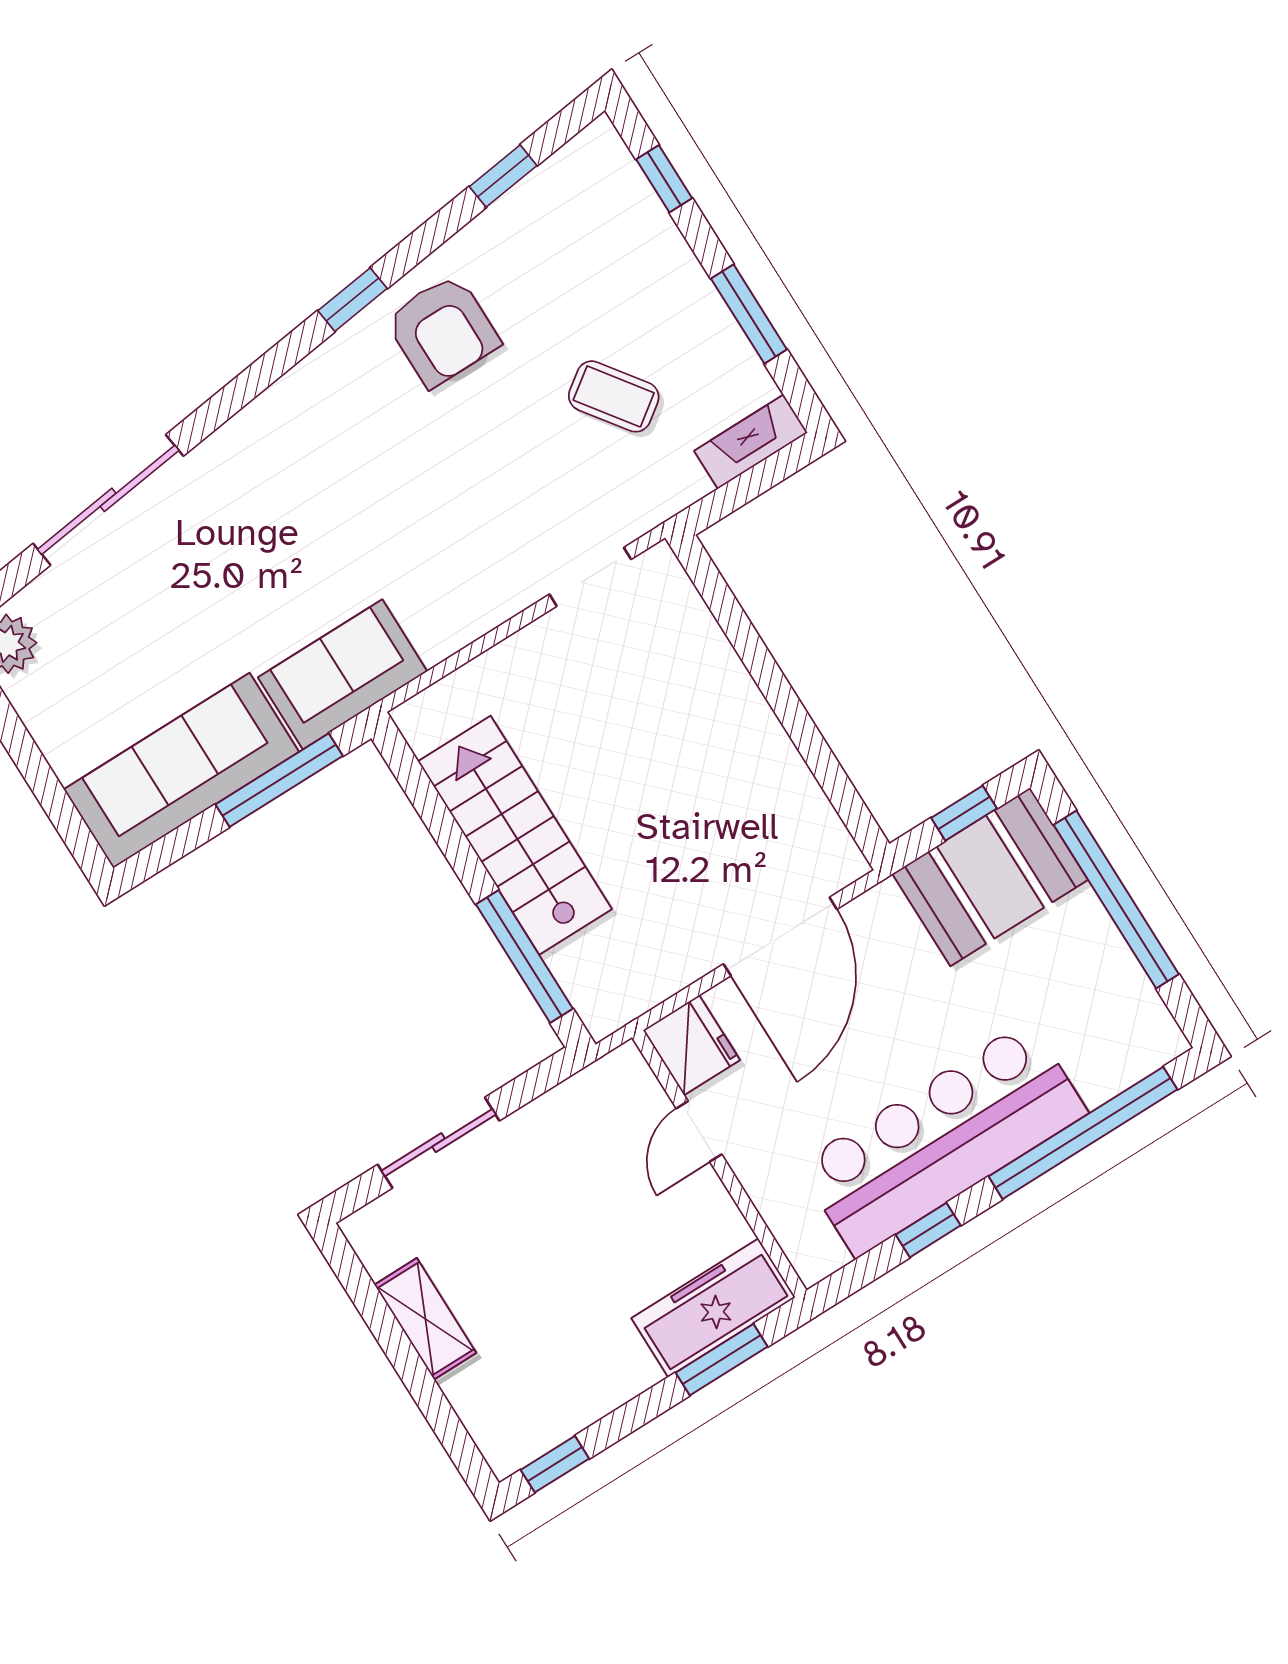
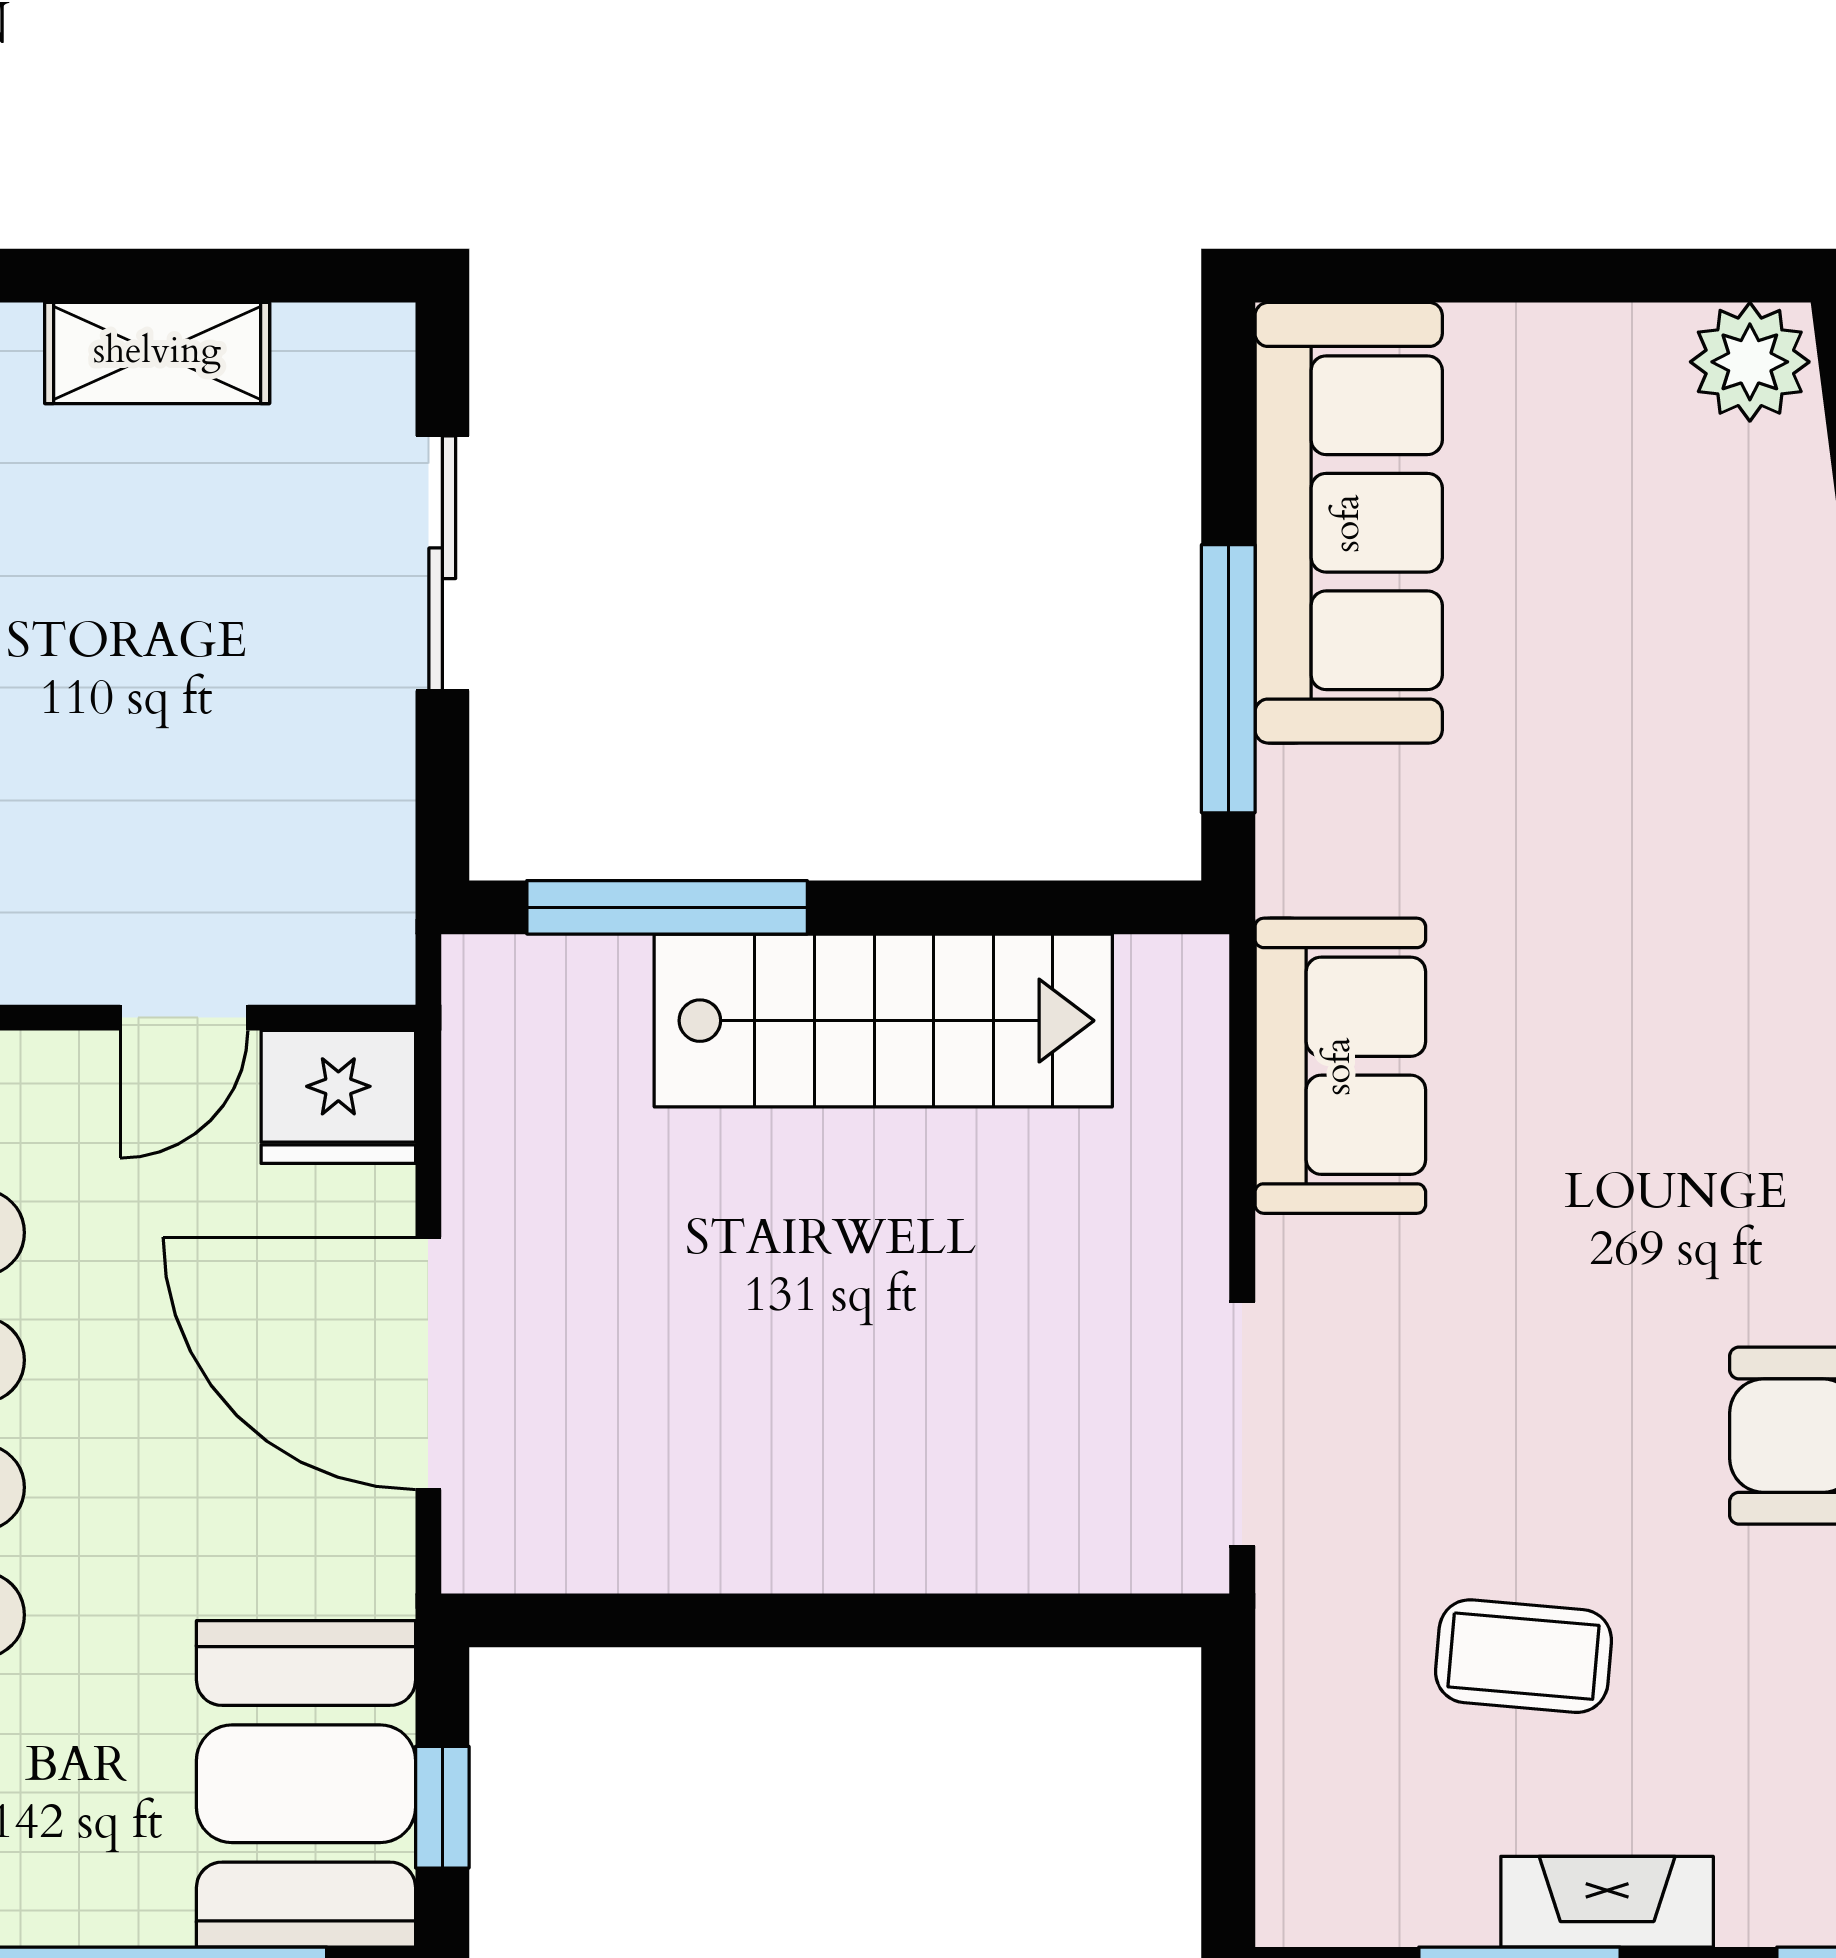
coffee table: (614, 396) -> (1524, 1656), turned 41
fireplace: (751, 442) -> (1607, 1902), moved, turned -90
doorway: (590, 577) -> (1242, 1424), width x1.38
sofa: (343, 674) -> (1340, 1066), moved
door: (699, 1131) -> (184, 1018), swing flipped

